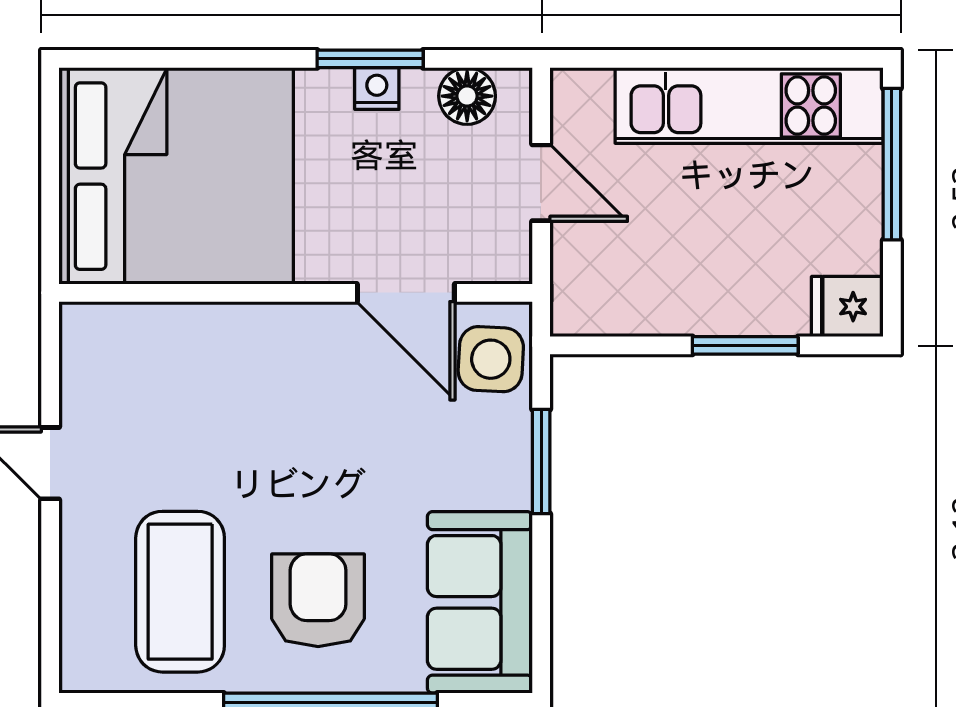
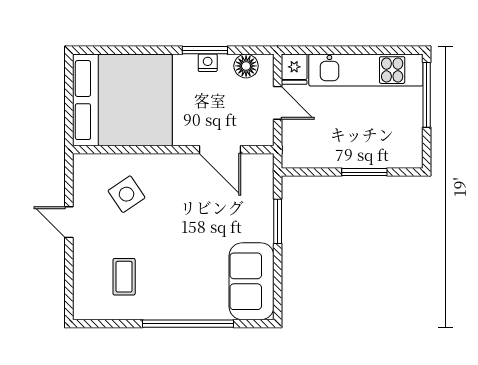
fridge: (847, 307) -> (294, 69), moved, turned -90
side table: (491, 359) -> (126, 194), moved, turned -37
coffee table: (180, 592) -> (124, 277), width x0.54, depth x0.58
armchair: (318, 600) -> (183, 280), removed

